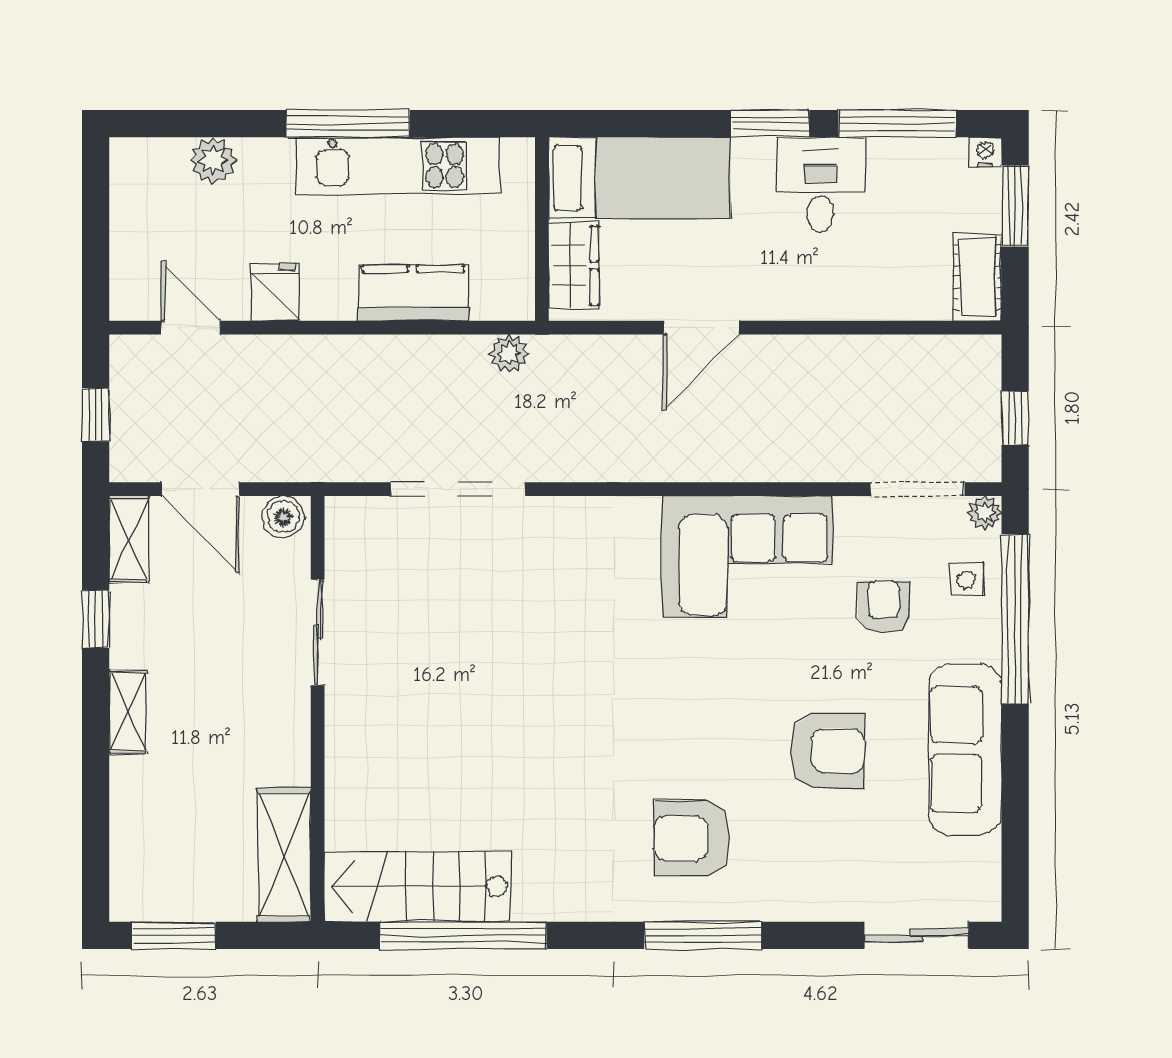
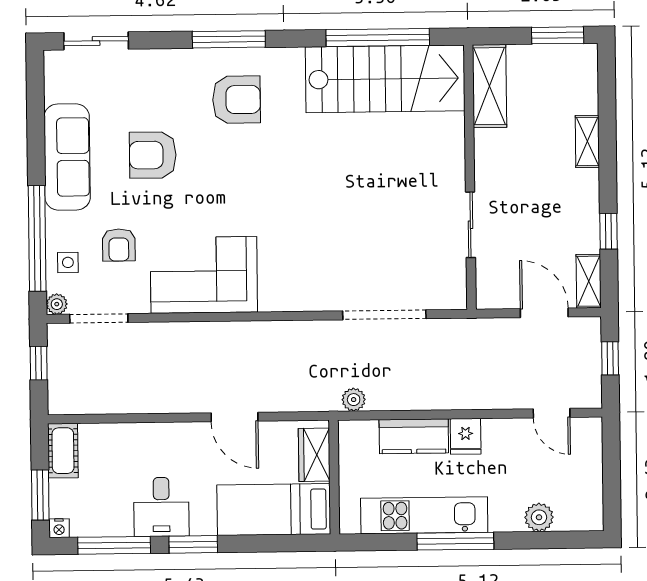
fridge: (275, 292) -> (466, 436), moved
door: (701, 328) -> (235, 417), swing flipped
boiler: (283, 517) -> (493, 296), removed
shelving: (128, 712) -> (587, 141), moved
stairs: (418, 887) -> (385, 79), width x1.36, depth x1.51

